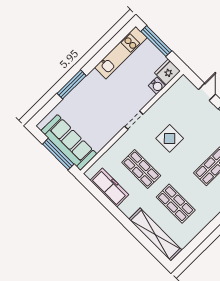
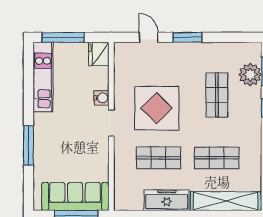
water cooler: (157, 86) -> (101, 98), moved
display table: (170, 138) -> (157, 108), width x1.86, depth x1.86
freezer: (109, 187) -> (167, 200), moved

